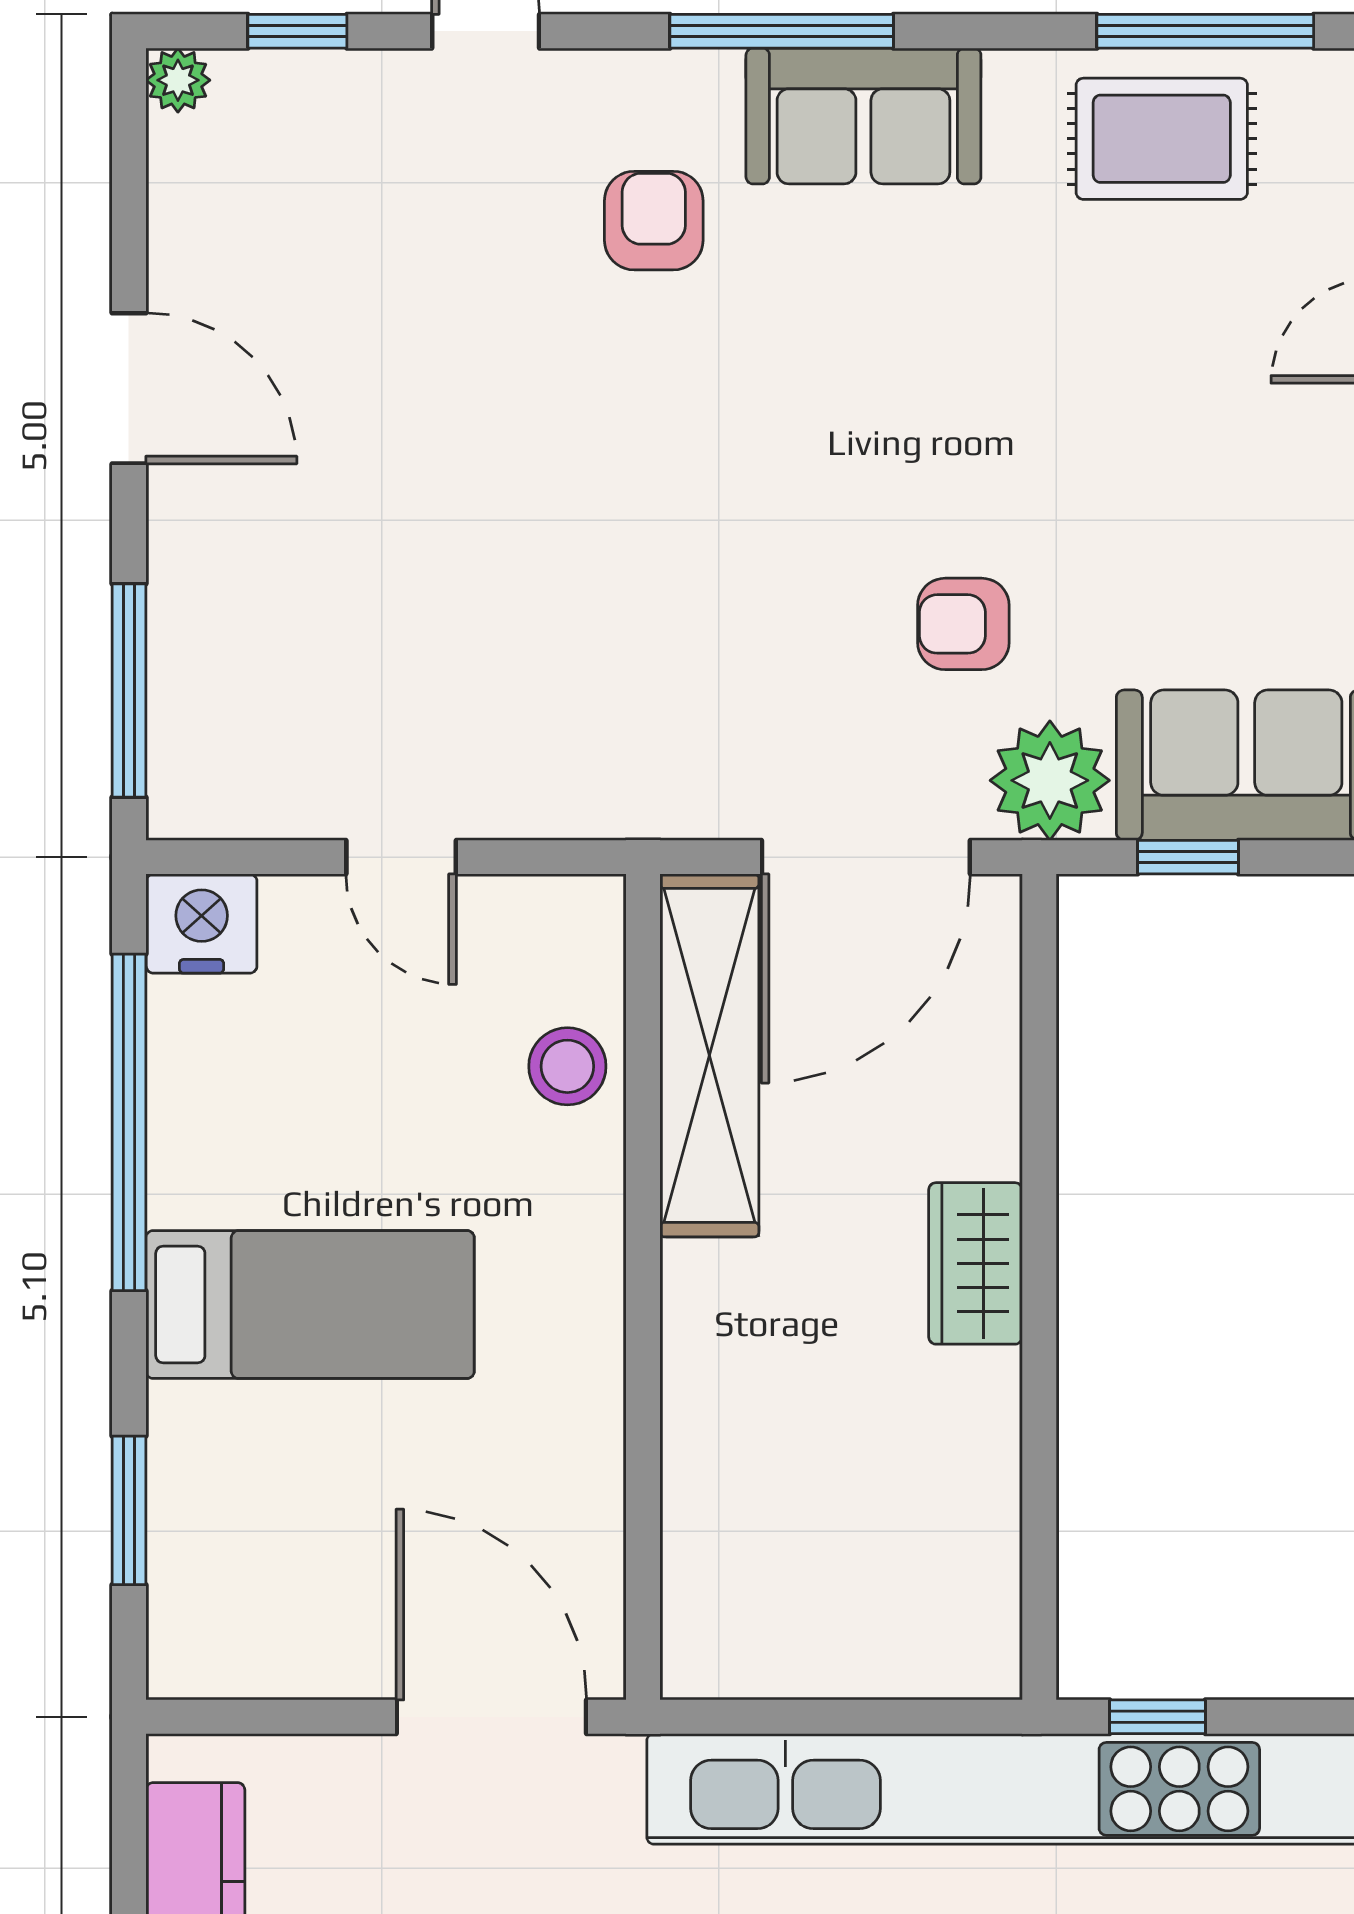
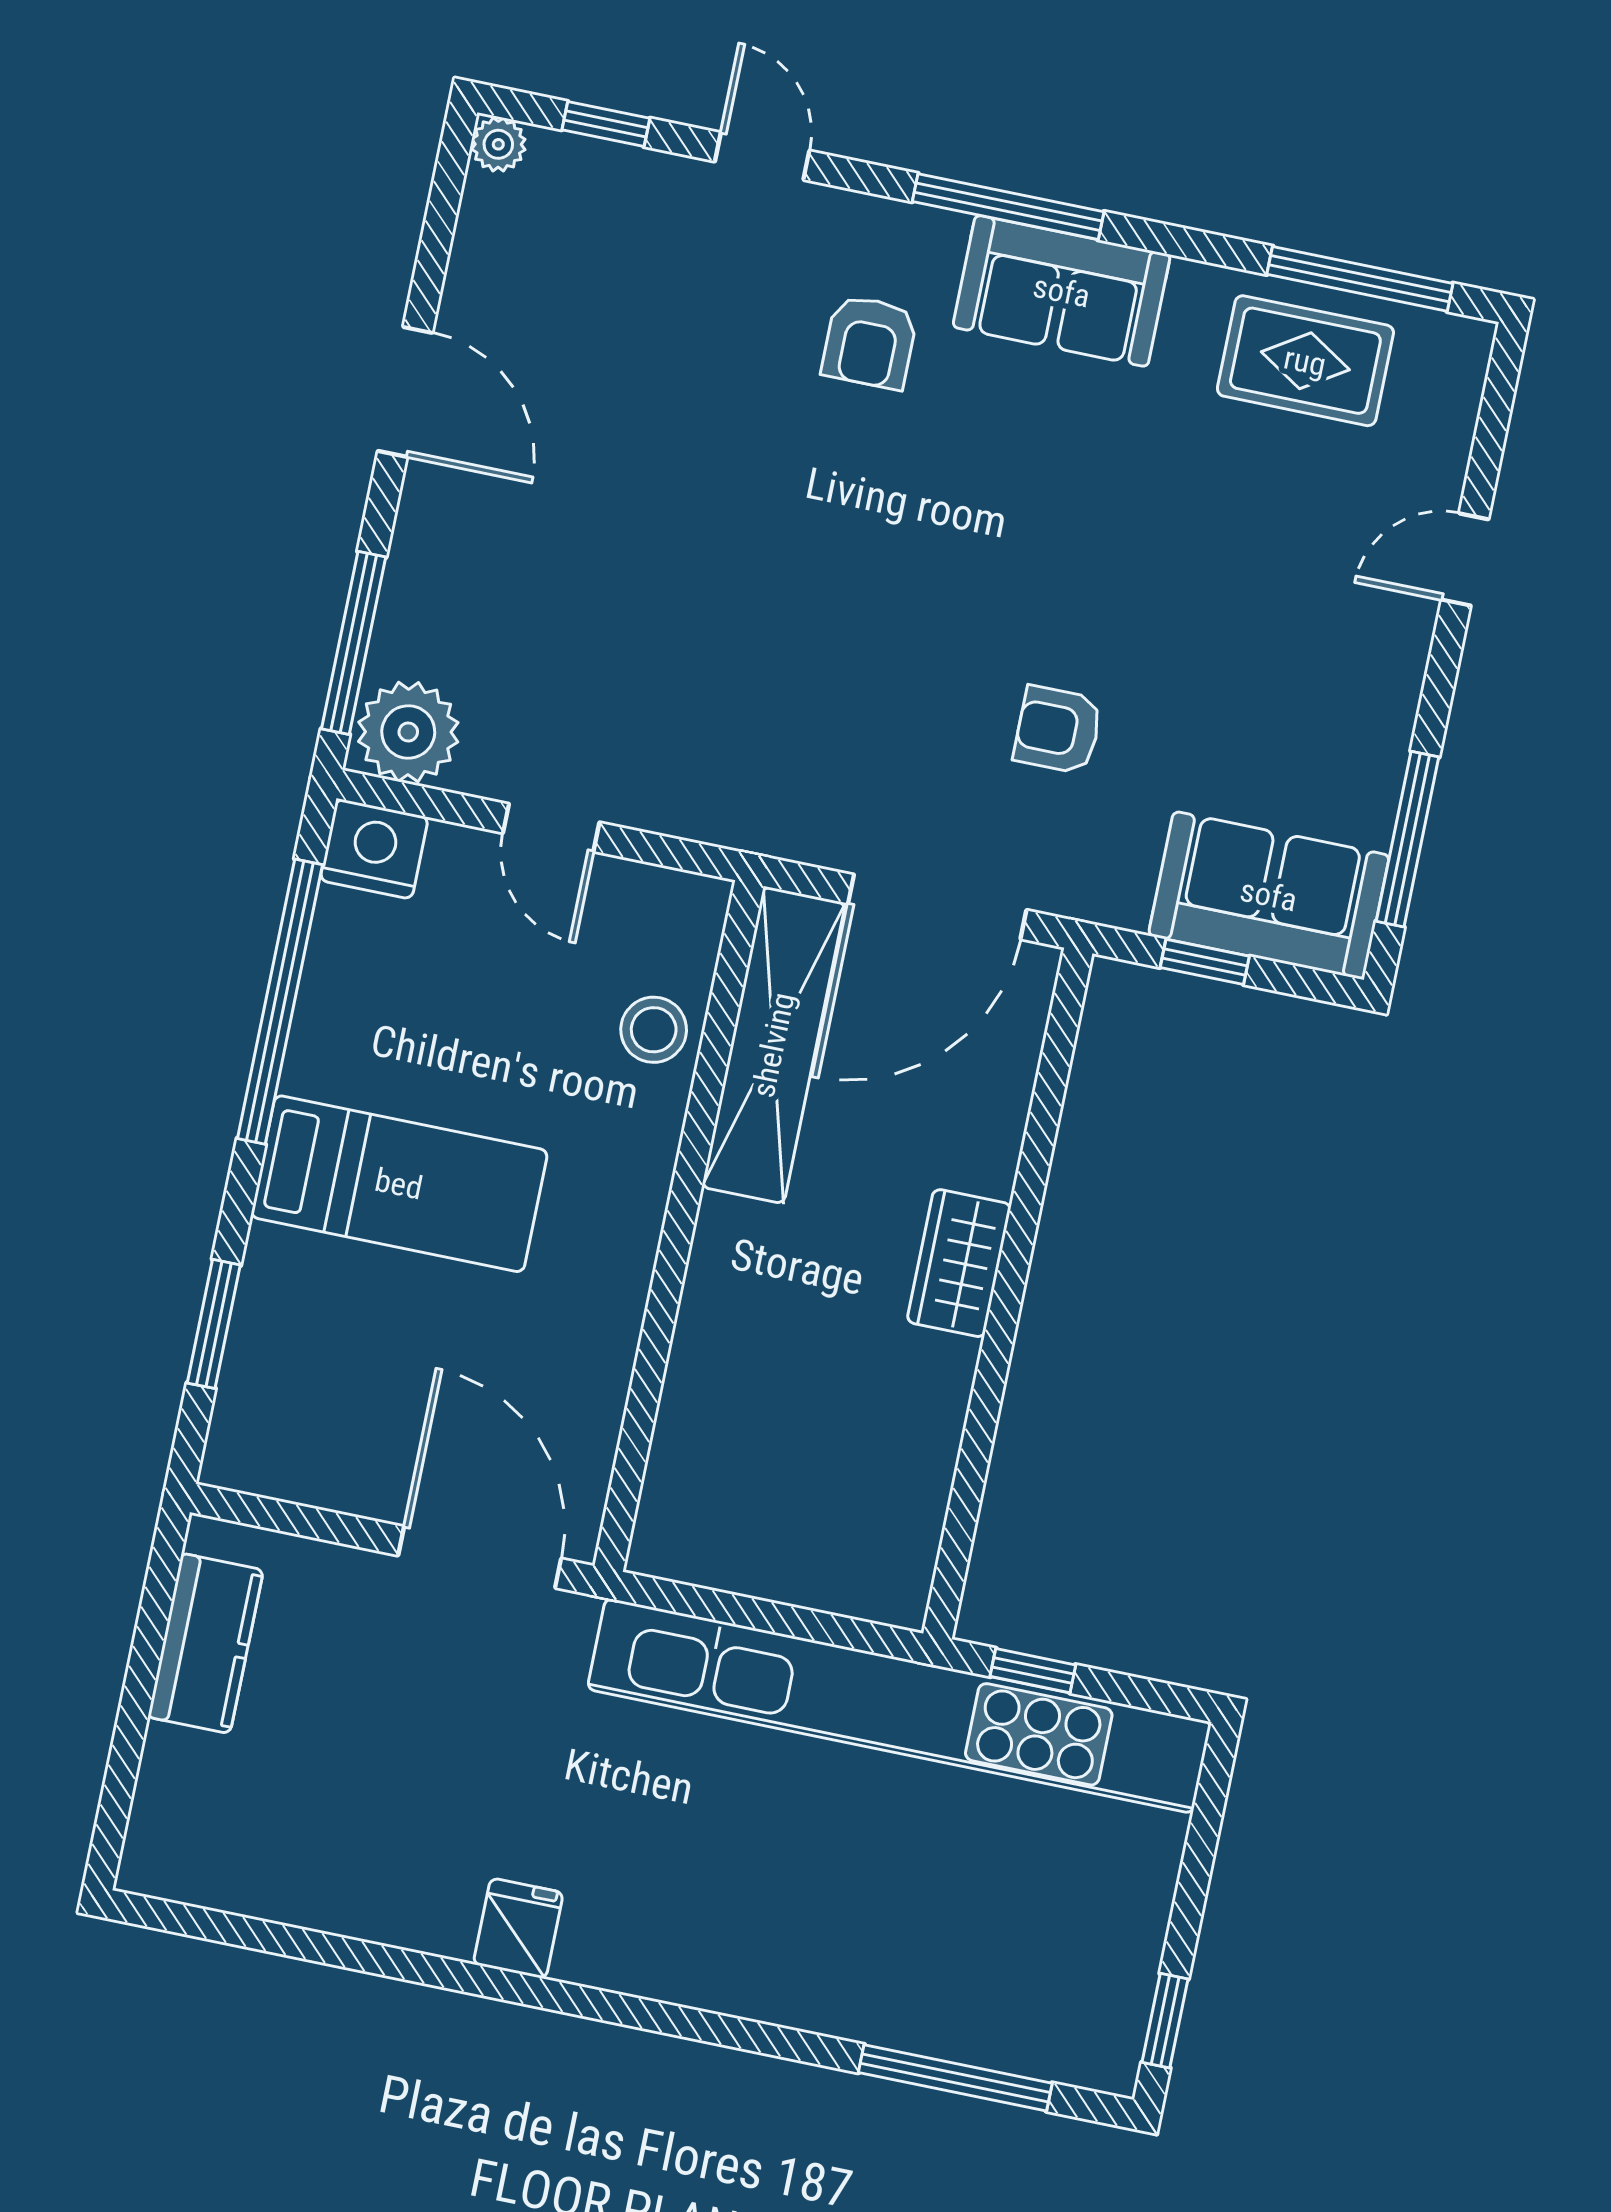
armchair: (654, 221) -> (870, 342), turned 180
plant: (1050, 780) -> (408, 732), moved

